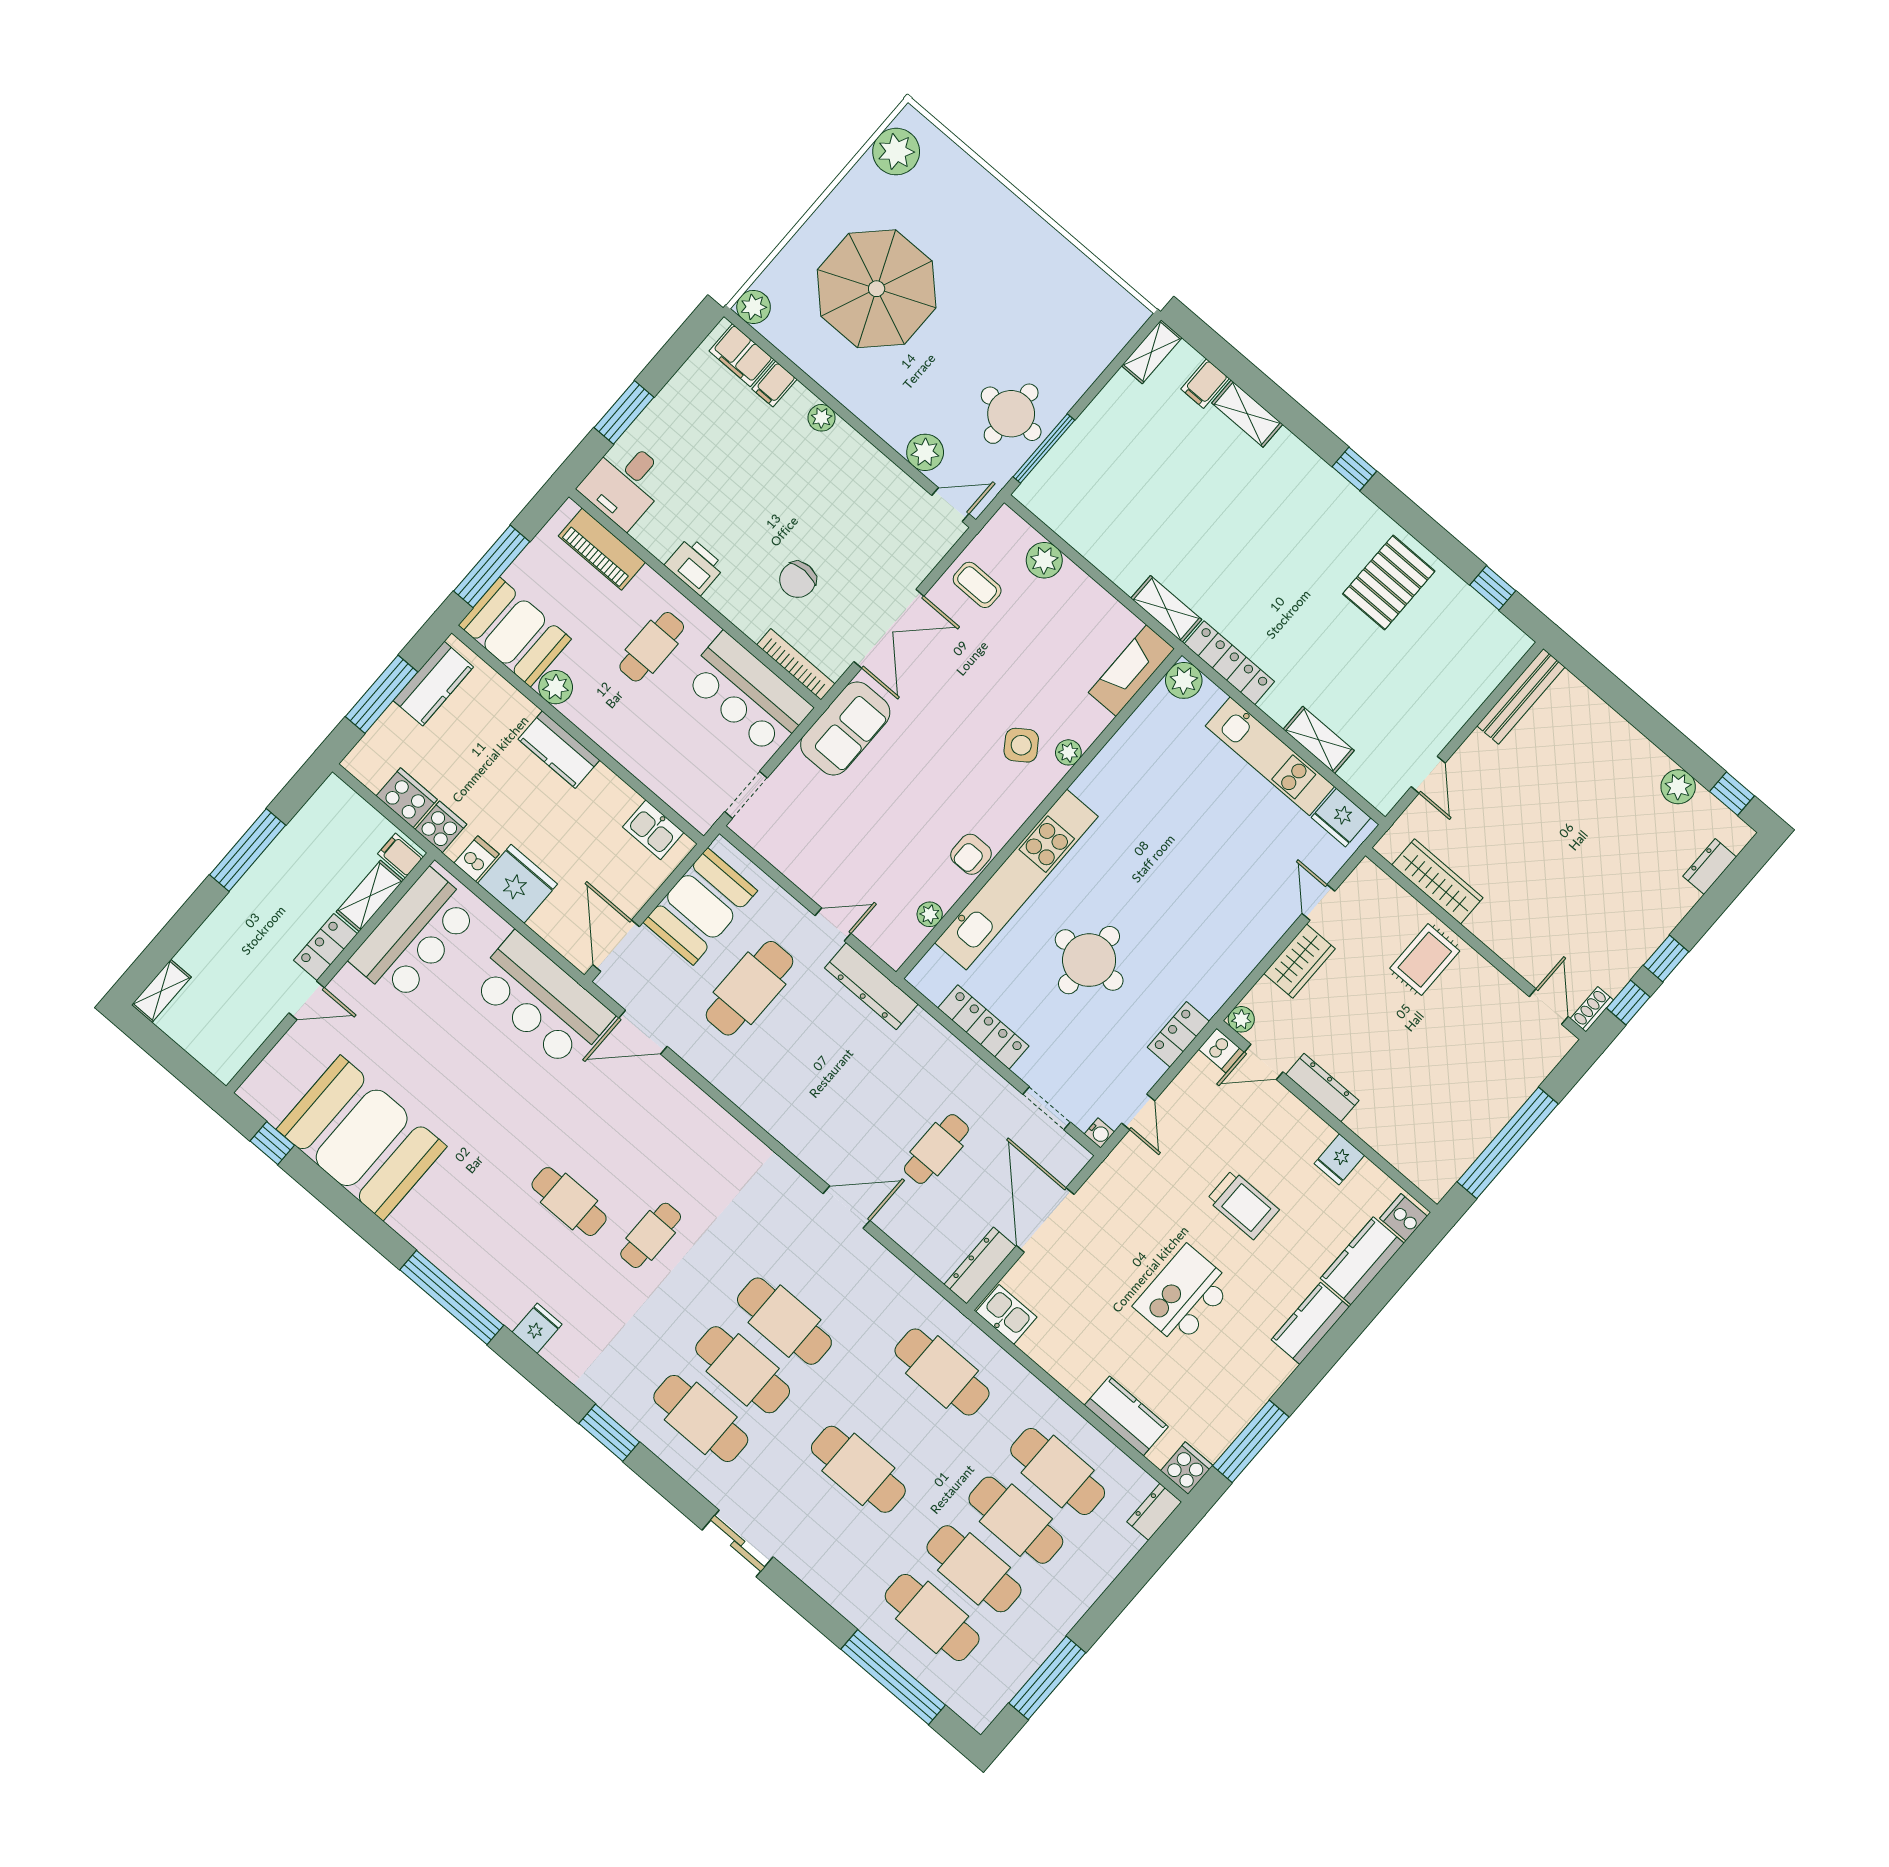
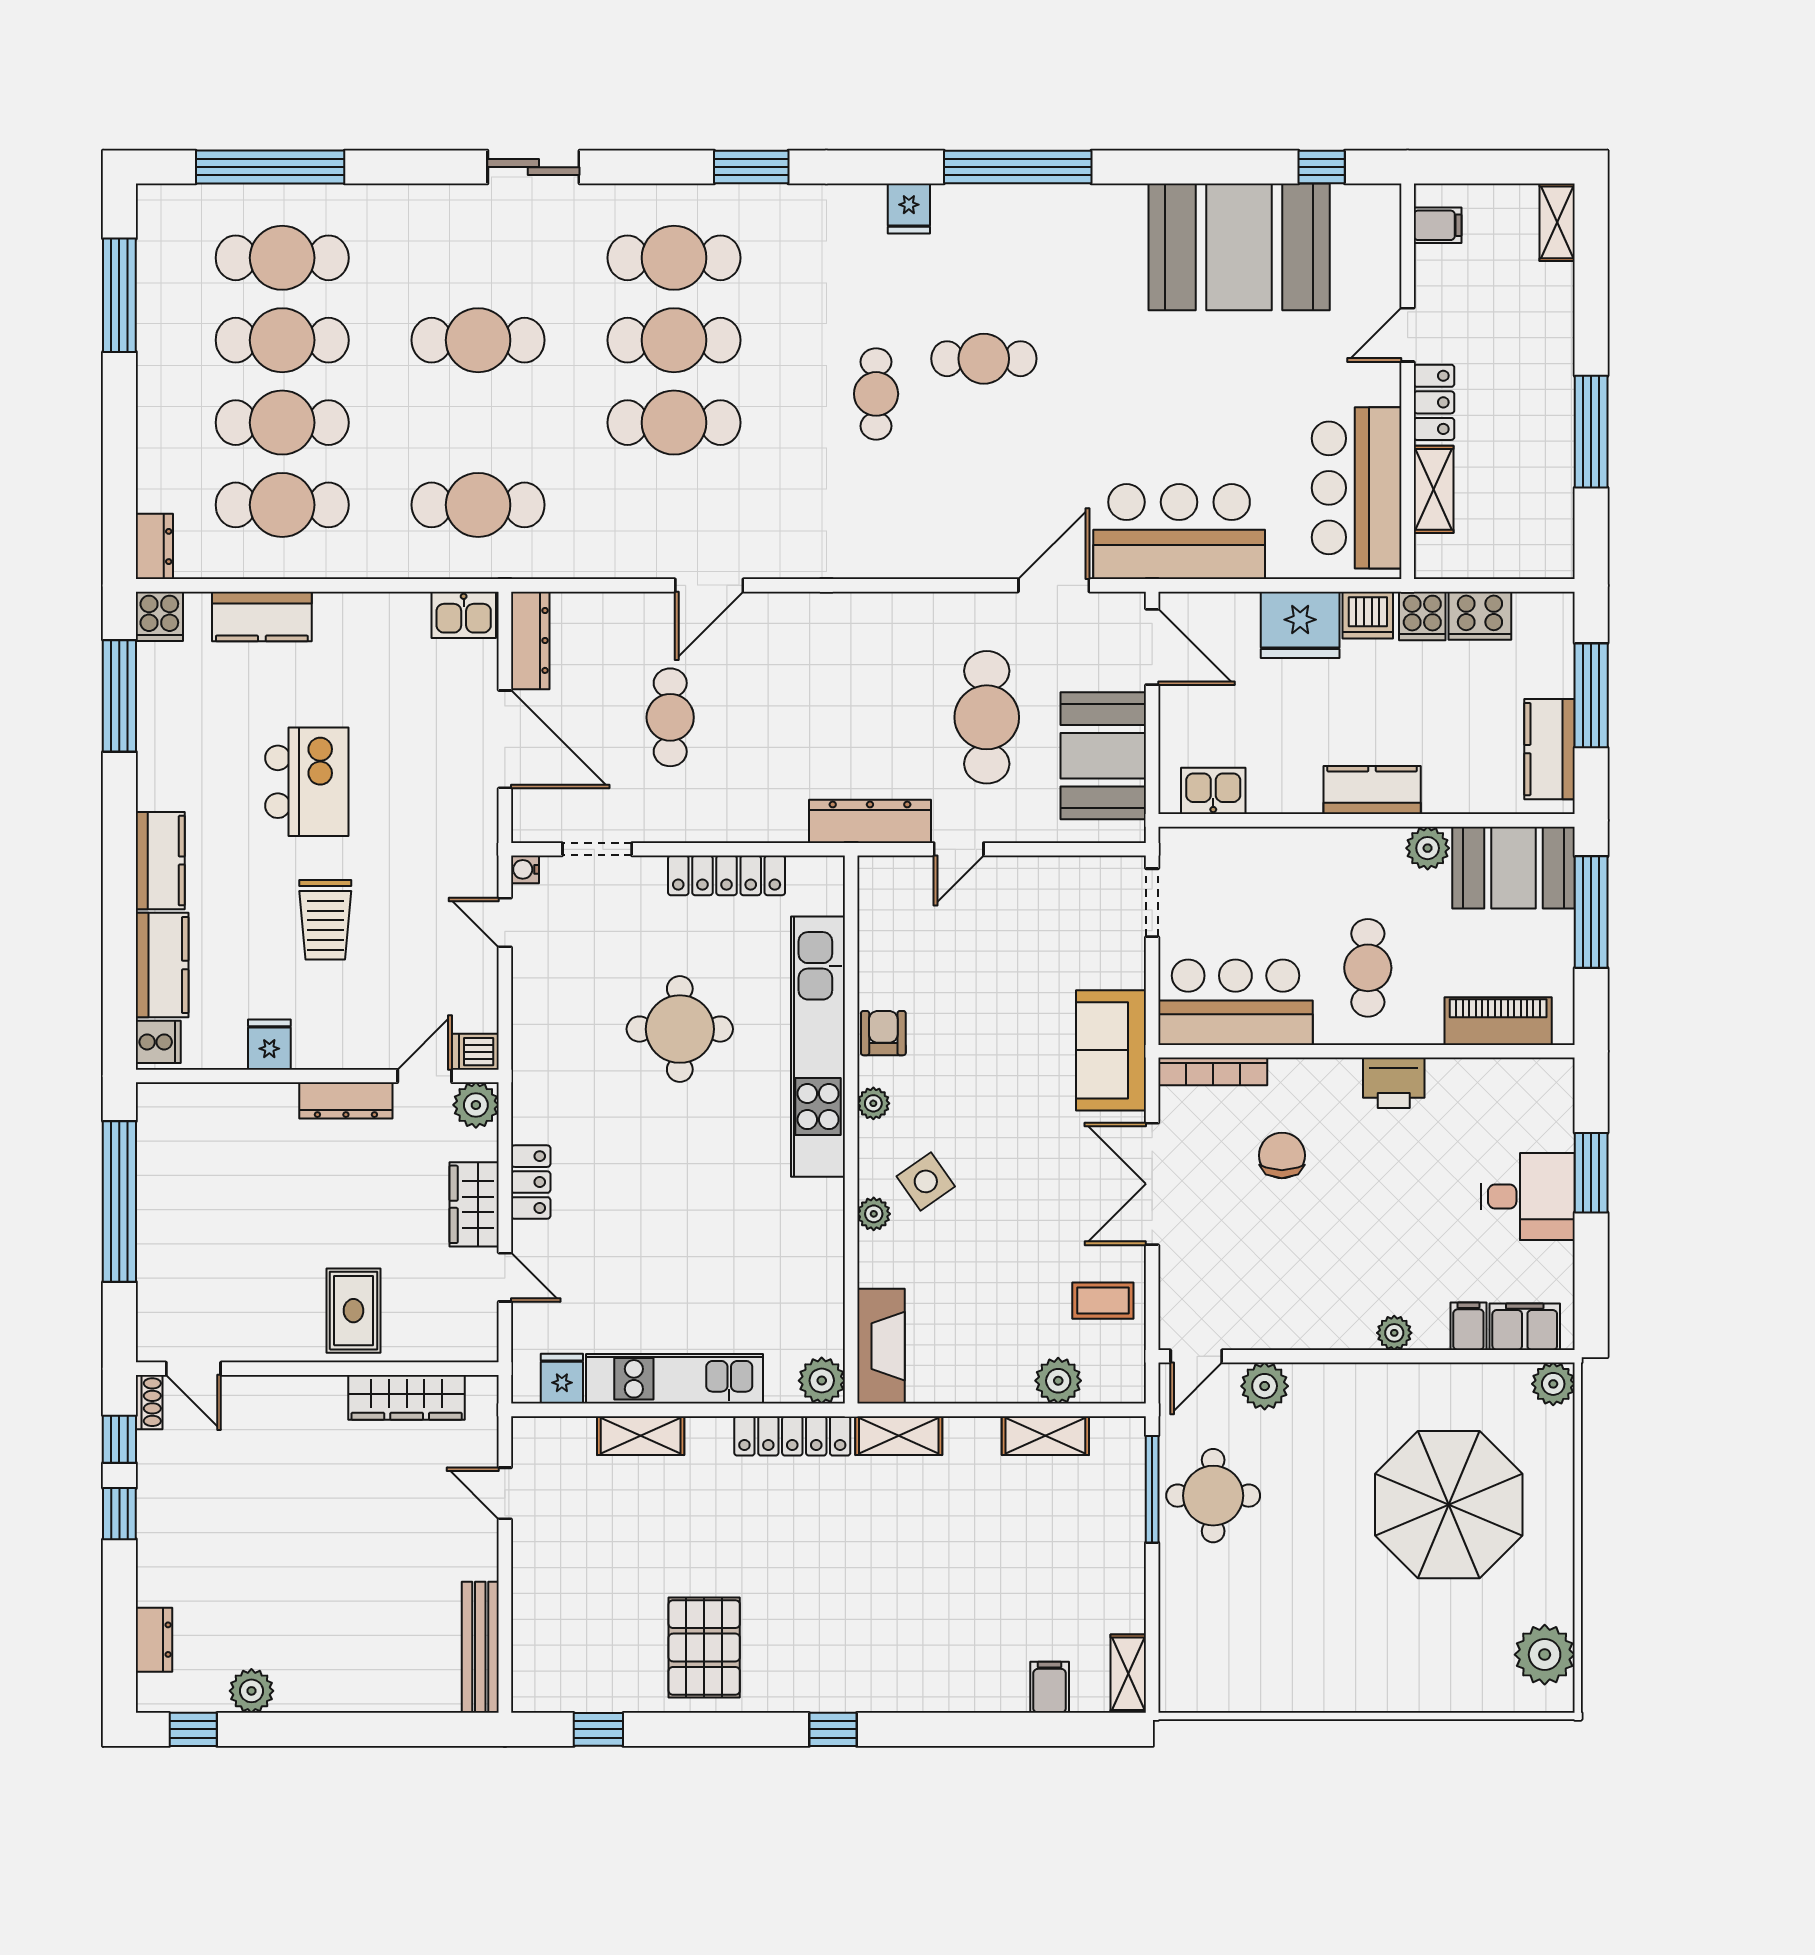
shelving: (1247, 414) -> (1045, 1436), moved
desk: (625, 483) -> (1528, 1196), moved, turned 90
fridge: (1341, 818) -> (562, 1379), width x0.72
filing cabinet: (400, 856) -> (1438, 225), moved
dishwasher: (477, 859) -> (1368, 615), width x1.38
plant: (930, 914) -> (873, 1103), moved
plant: (1241, 1019) -> (476, 1105), width x1.38, depth x1.38
locker: (1178, 1034) -> (531, 1182), moved
trolley: (1243, 1205) -> (325, 920), turned -90

